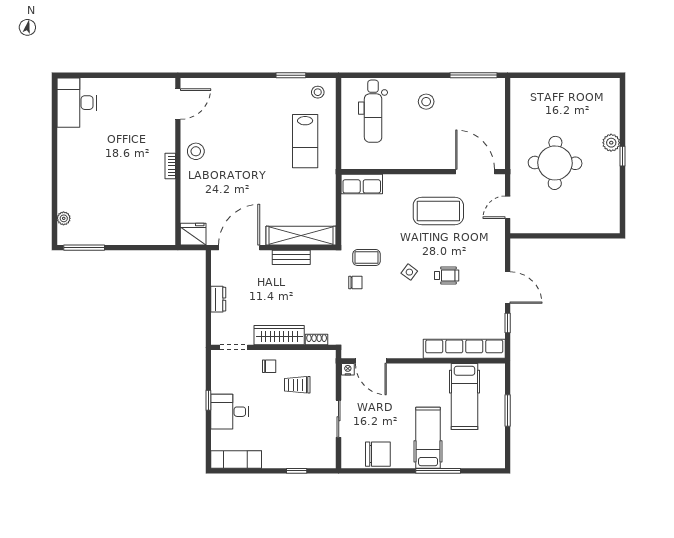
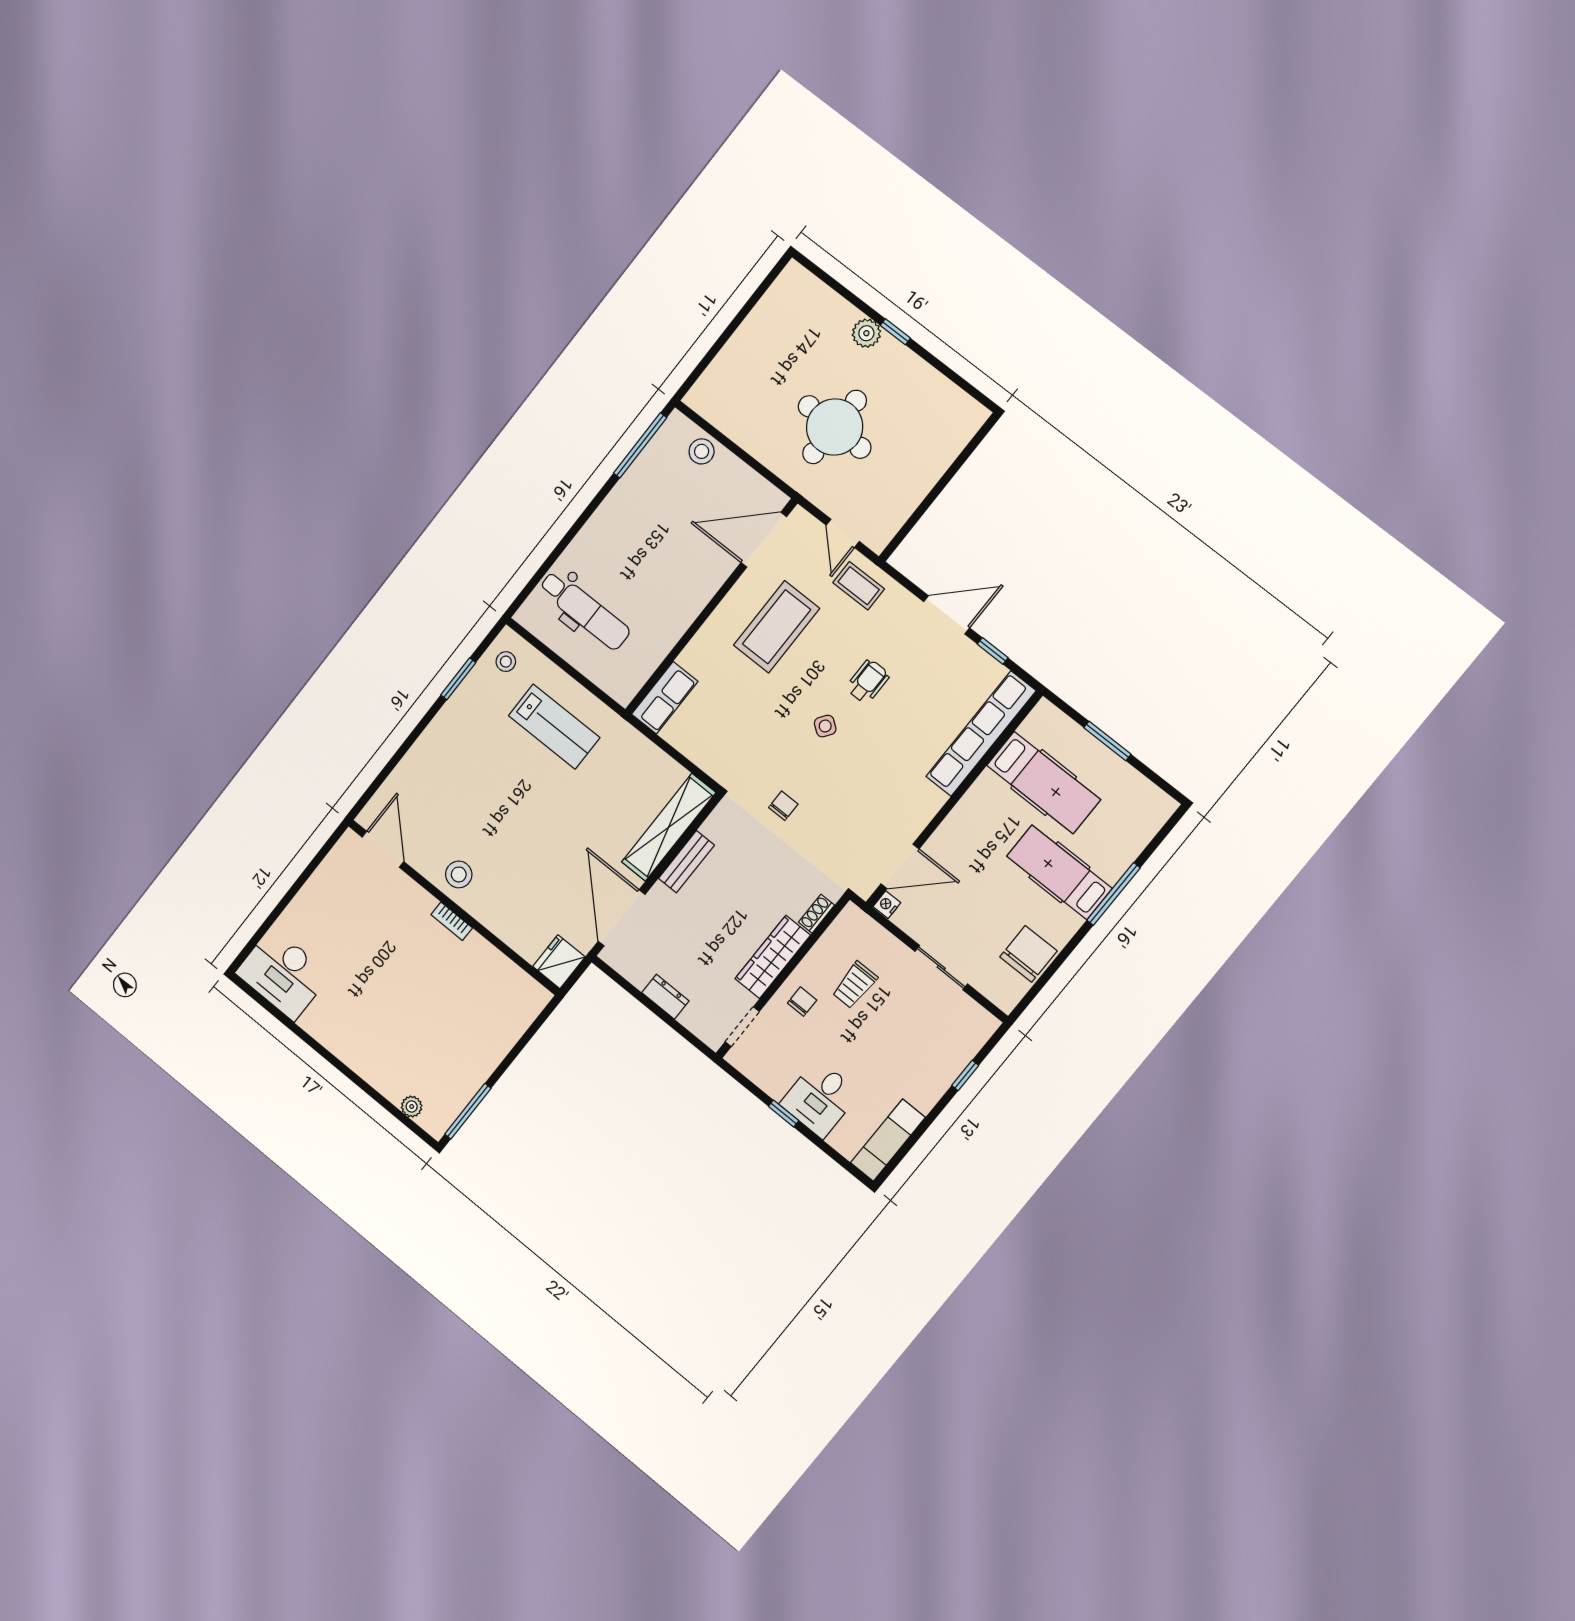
stool: (426, 102) -> (702, 451), moved
coffee table: (367, 258) -> (859, 586), moved, turned 90

